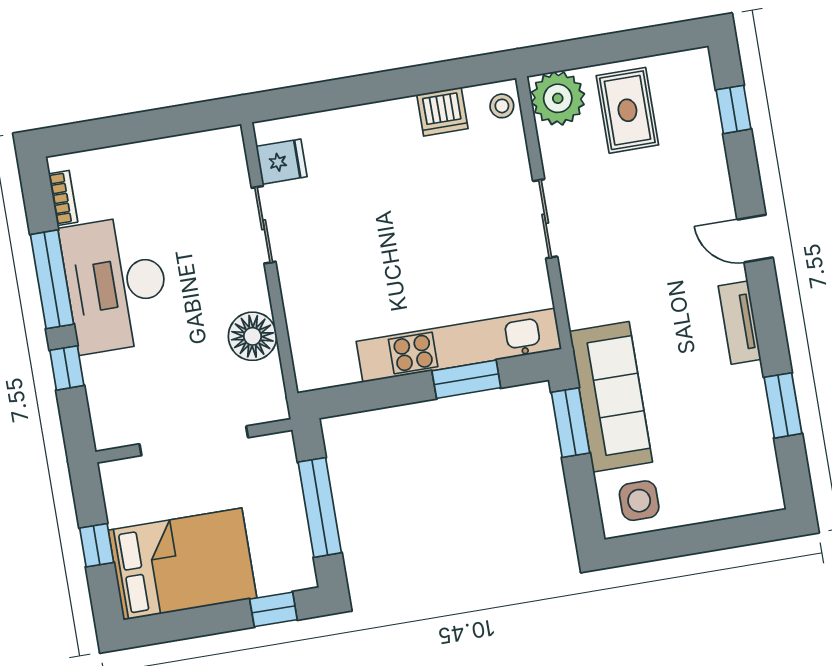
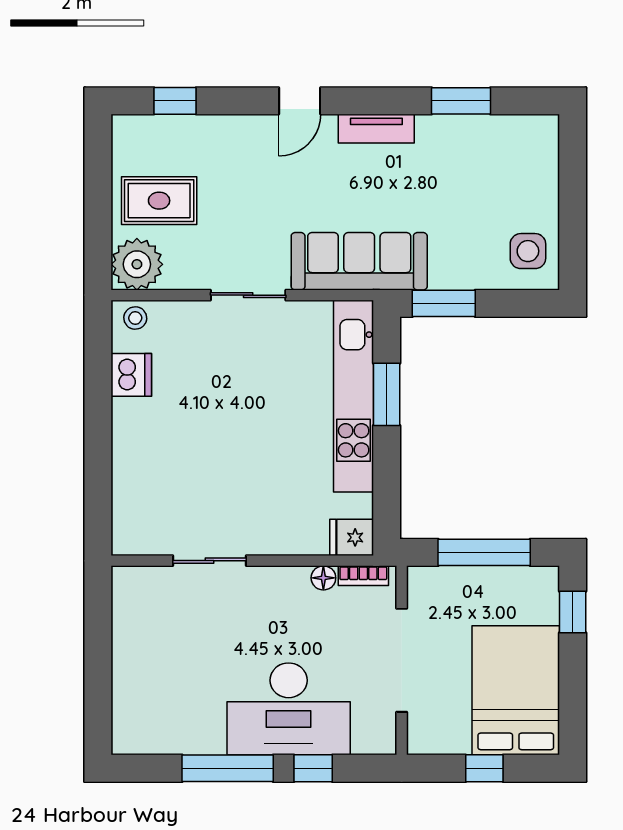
fridge: (282, 162) -> (352, 537), moved, turned -90
bookcase: (63, 198) -> (363, 576), moved, turned 180
desk: (116, 284) -> (289, 709), moved
floor lamp: (253, 336) -> (323, 578), width x0.53, depth x0.53
sofa: (611, 397) -> (359, 261), moved

